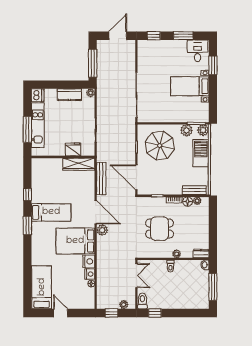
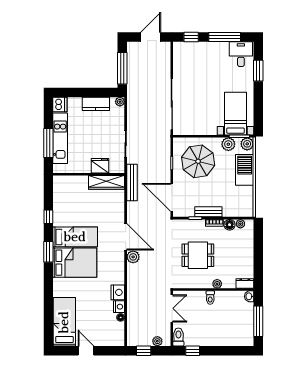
window: (183, 36) -> (225, 37), width x1.44
bed with nightstands: (190, 86) -> (235, 114), moved, turned 90
bench: (101, 179) -> (132, 182), moved
bench: (194, 190) -> (208, 212), moved
bed: (75, 241) -> (75, 263), moved, turned 180

